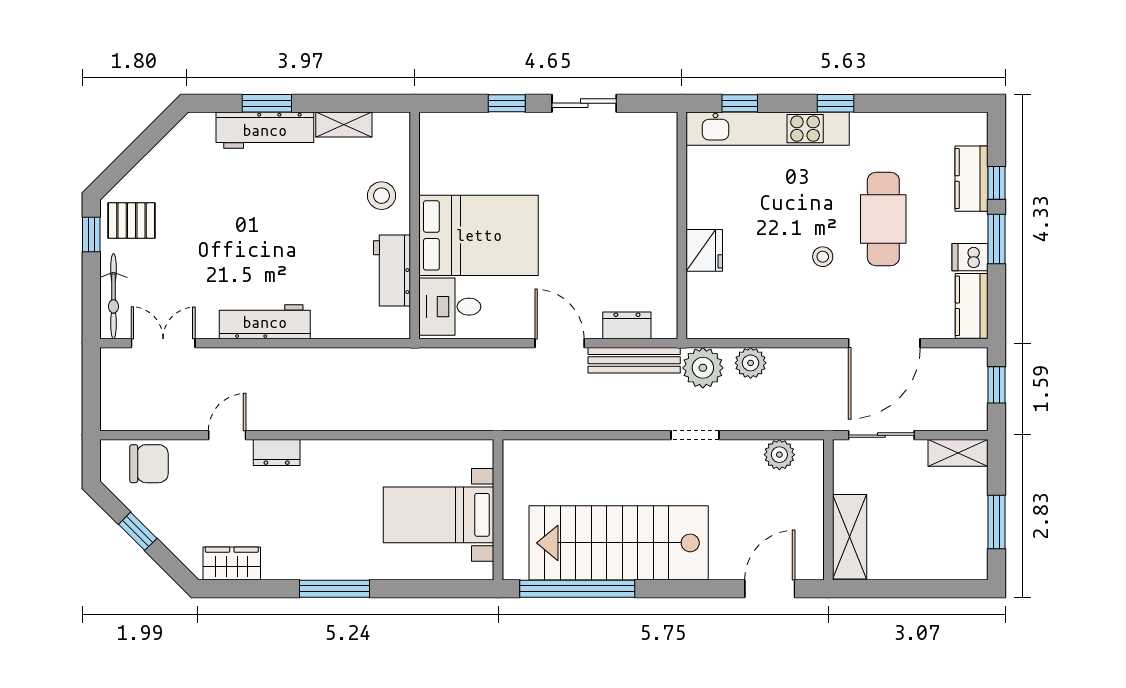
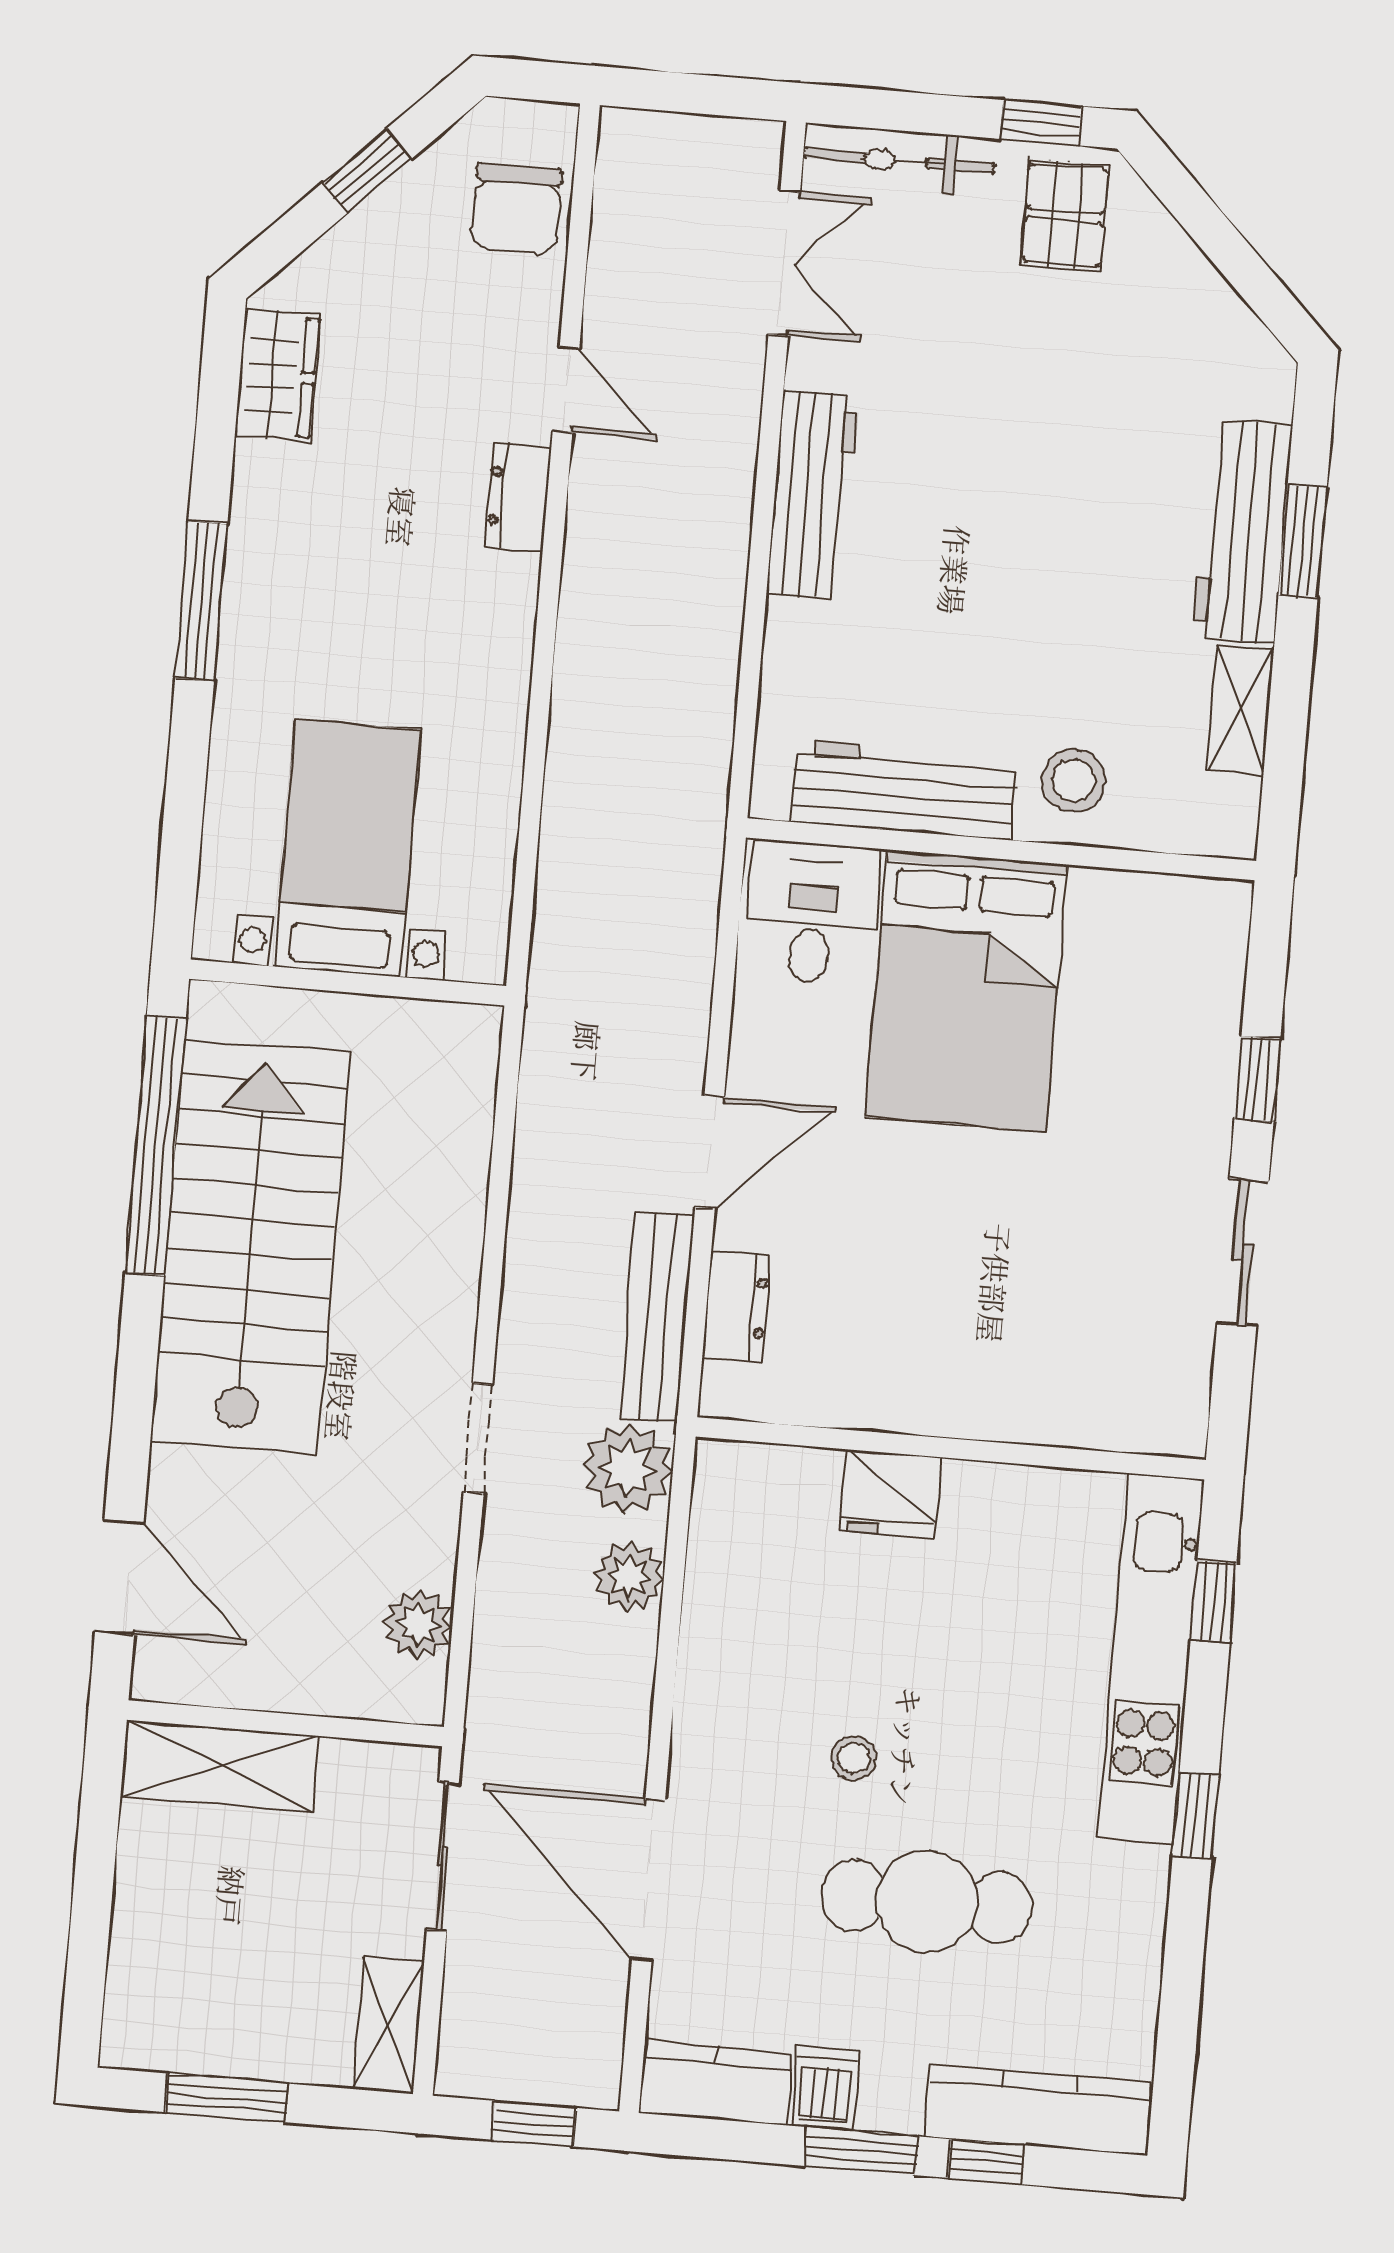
kitchen counter: (972, 179) -> (1038, 2110), width x1.50
workbench: (392, 270) -> (904, 790), width x1.37

